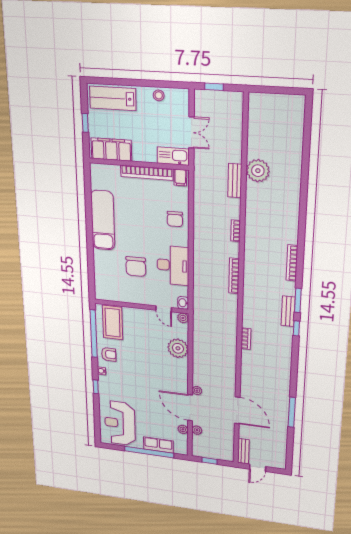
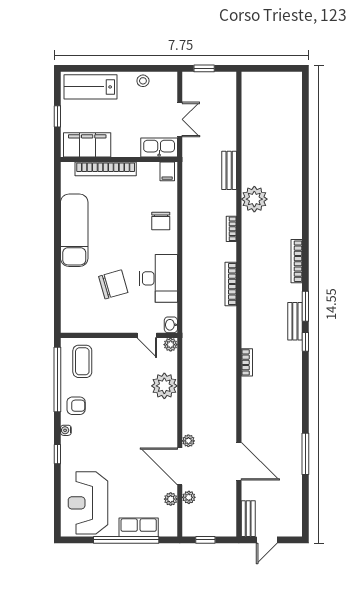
plant: (258, 171) -> (254, 199), moved
bookcase: (147, 173) -> (106, 169), moved
chair: (136, 266) -> (113, 284), turned -106
coffee table: (113, 323) -> (82, 361), width x0.73, depth x0.76

